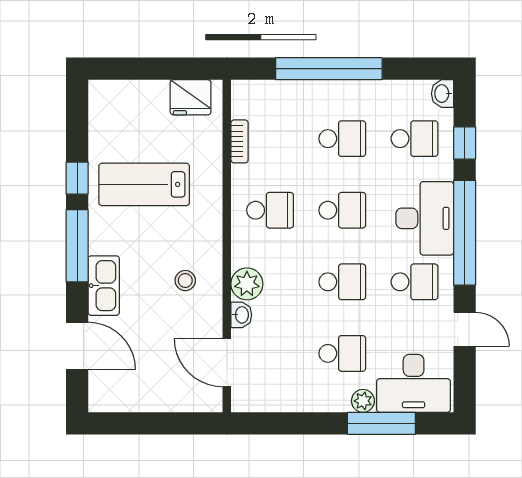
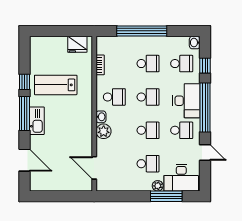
stool: (185, 281) -> (75, 130), removed
kitchen sink: (104, 286) -> (37, 121), moved
washbasin: (241, 315) -> (101, 117), moved

